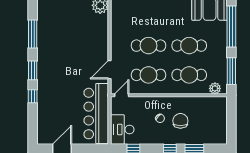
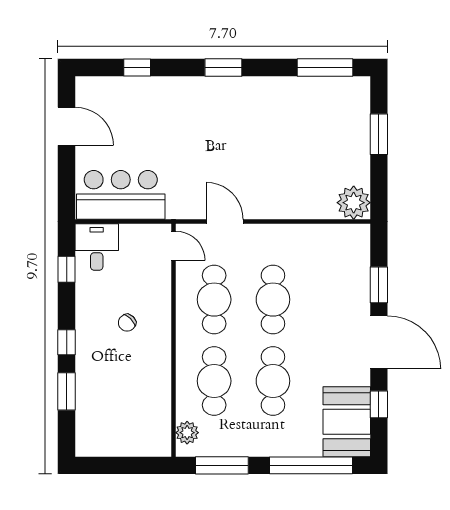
window: (33, 34) -> (325, 68), moved
window: (33, 96) -> (137, 68), moved
bar counter: (96, 114) -> (121, 195), width x0.73
chair: (180, 121) -> (122, 363), removed
desk: (122, 130) -> (97, 247), width x0.73

